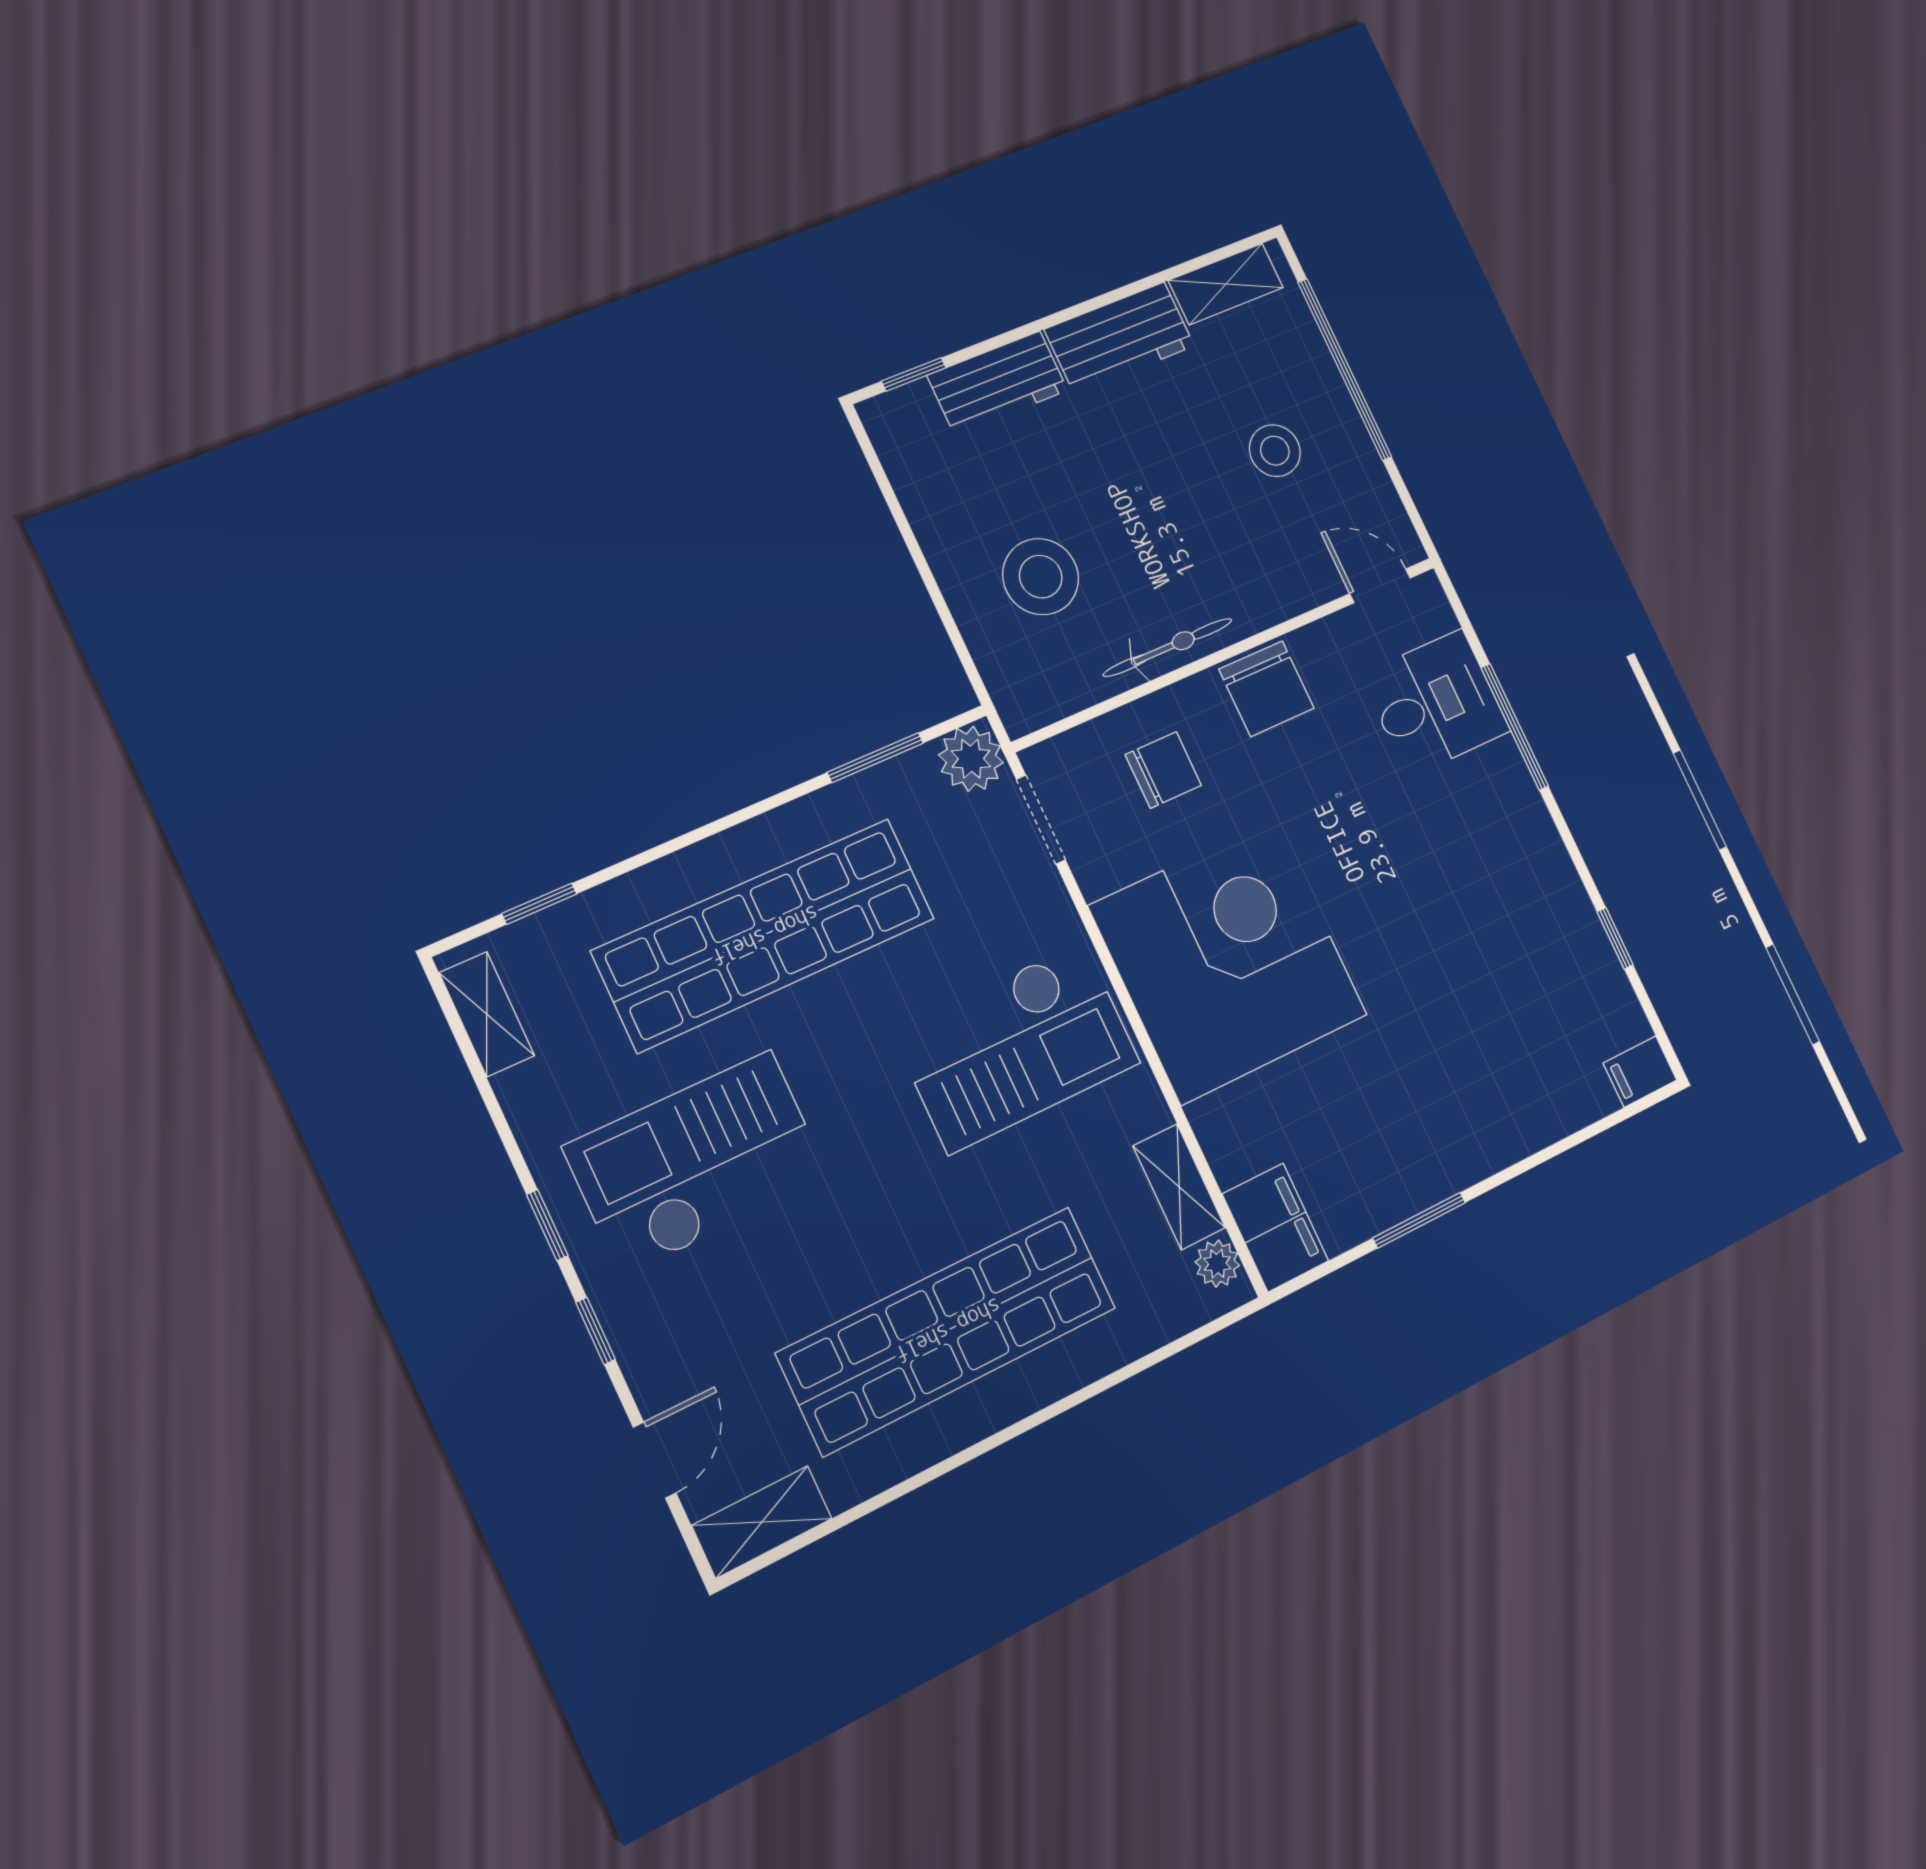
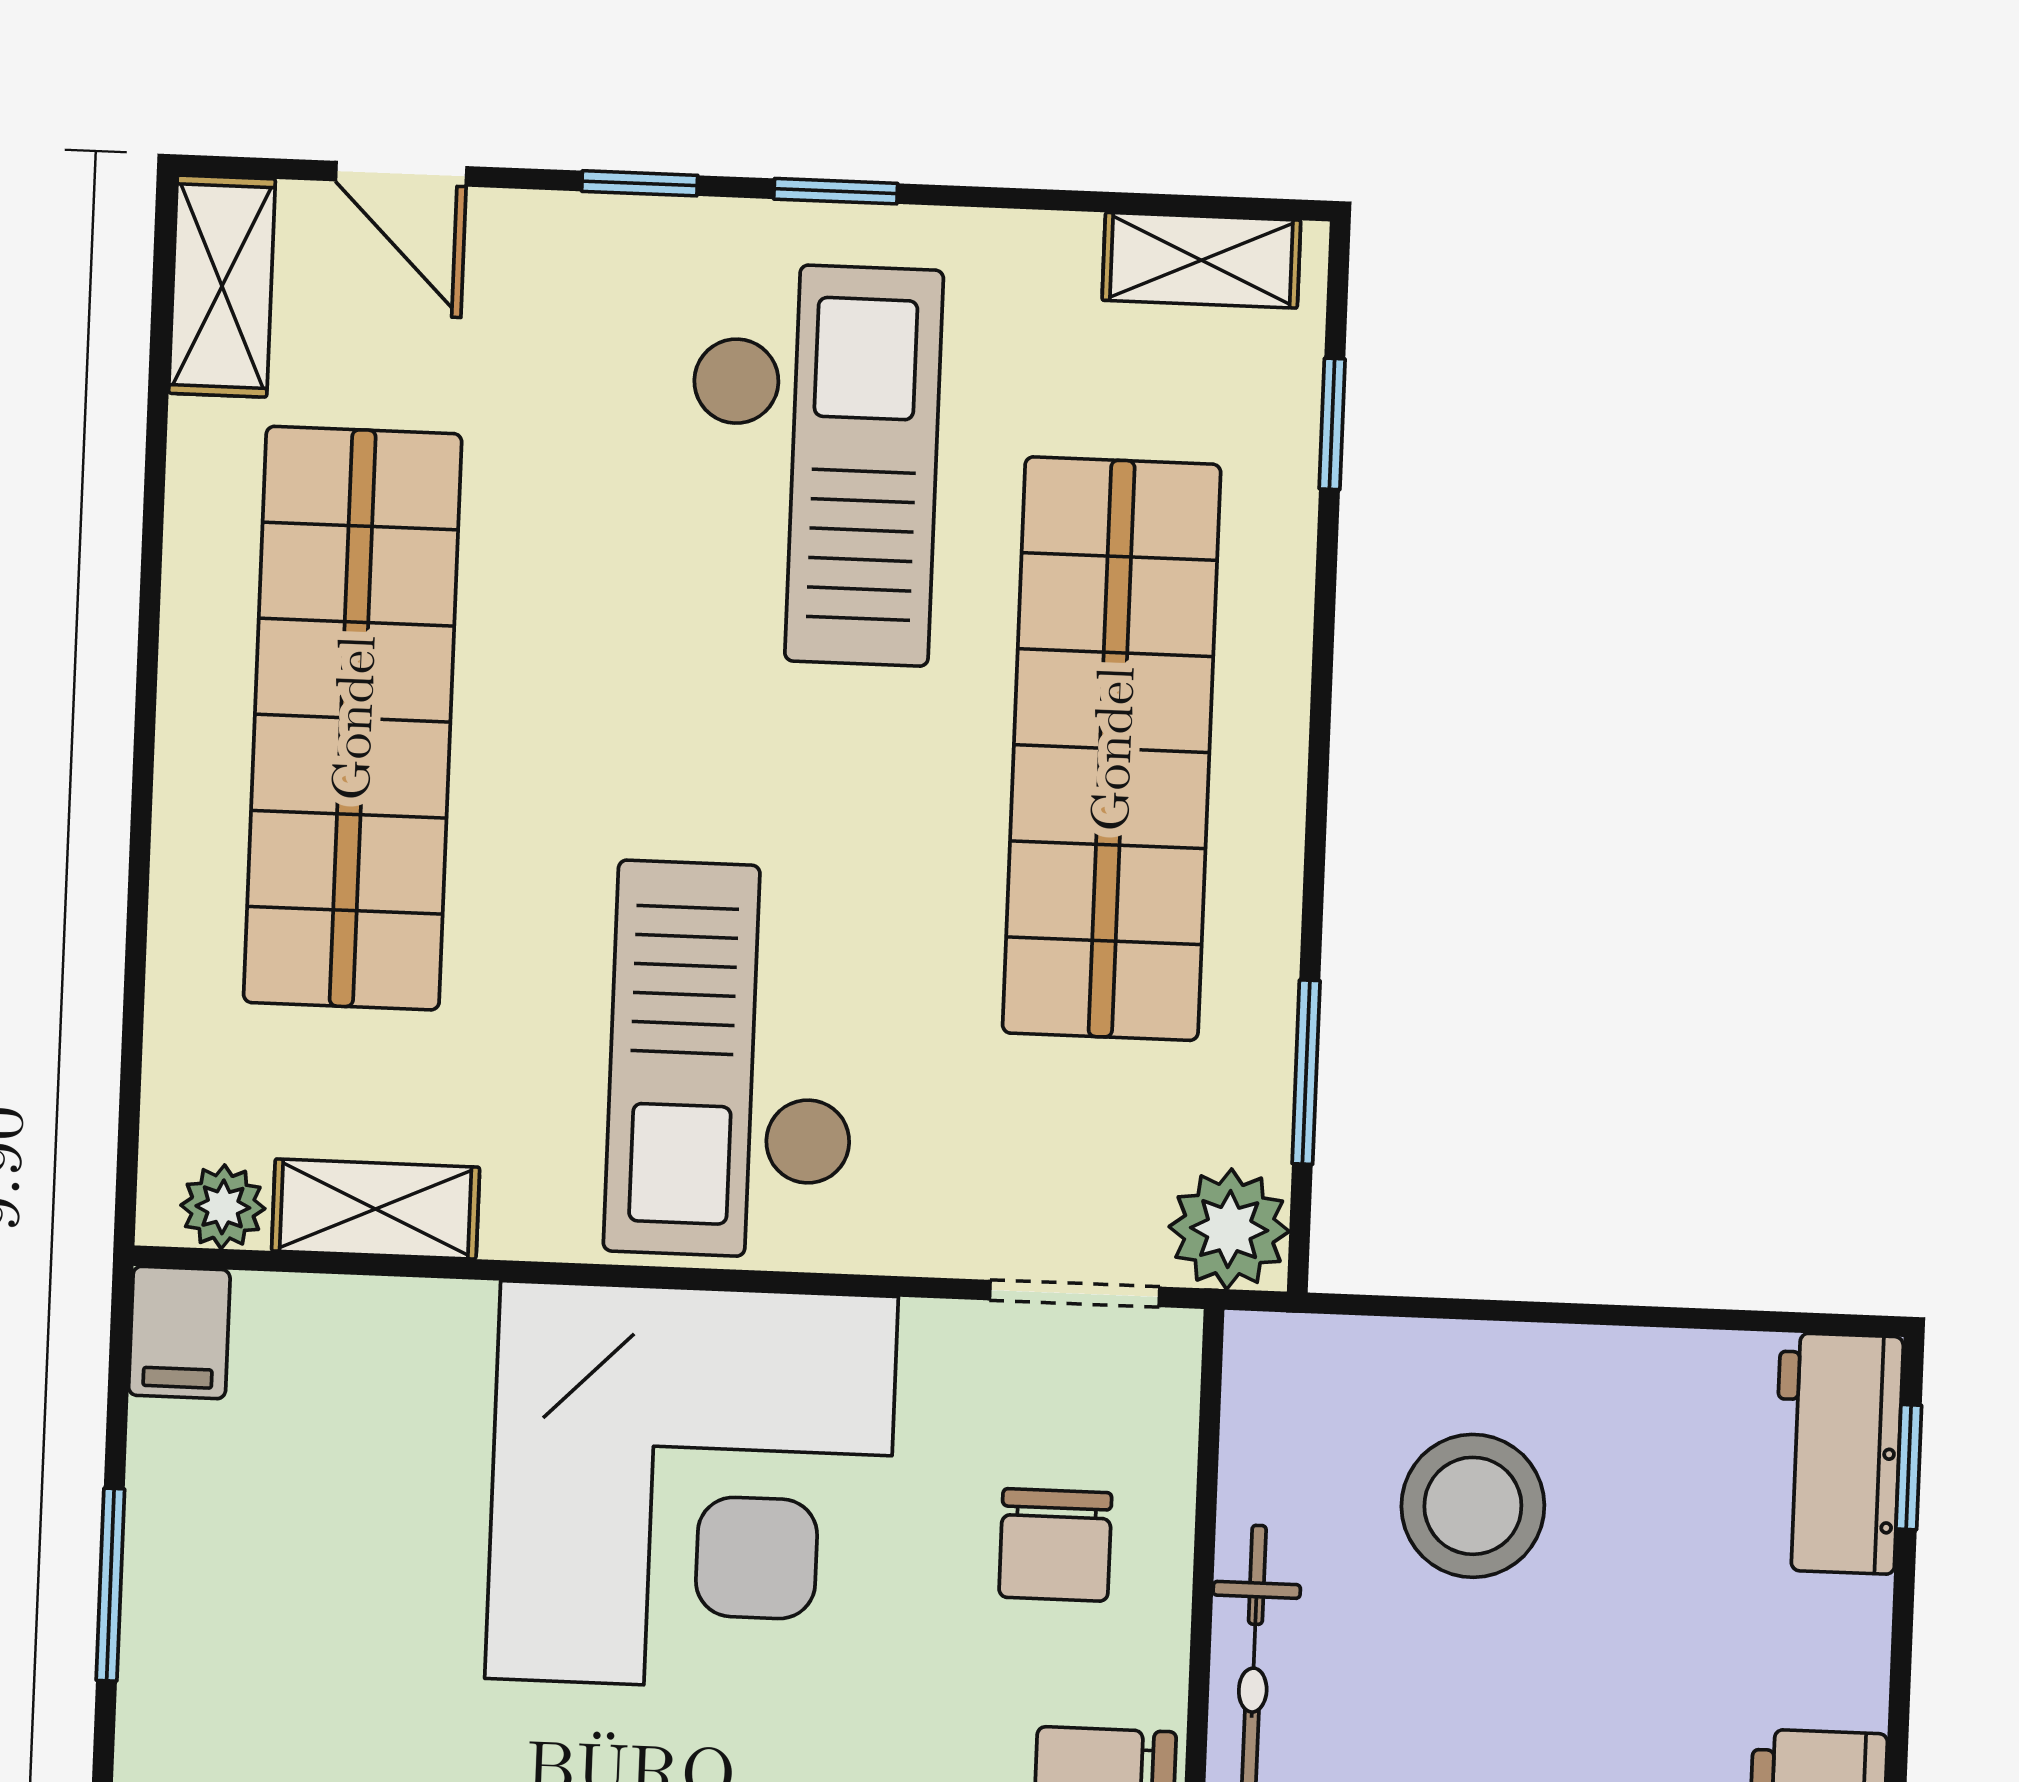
workbench: (998, 383) -> (1838, 1453), moved
filing cabinet: (1275, 1227) -> (179, 1333), width x0.50

